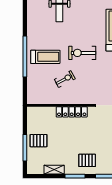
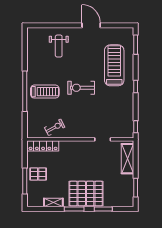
exercise bike: (65, 79) -> (55, 127), moved
locker: (72, 112) -> (43, 146), moved
pallet: (87, 160) -> (86, 194), width x2.05, depth x2.00

